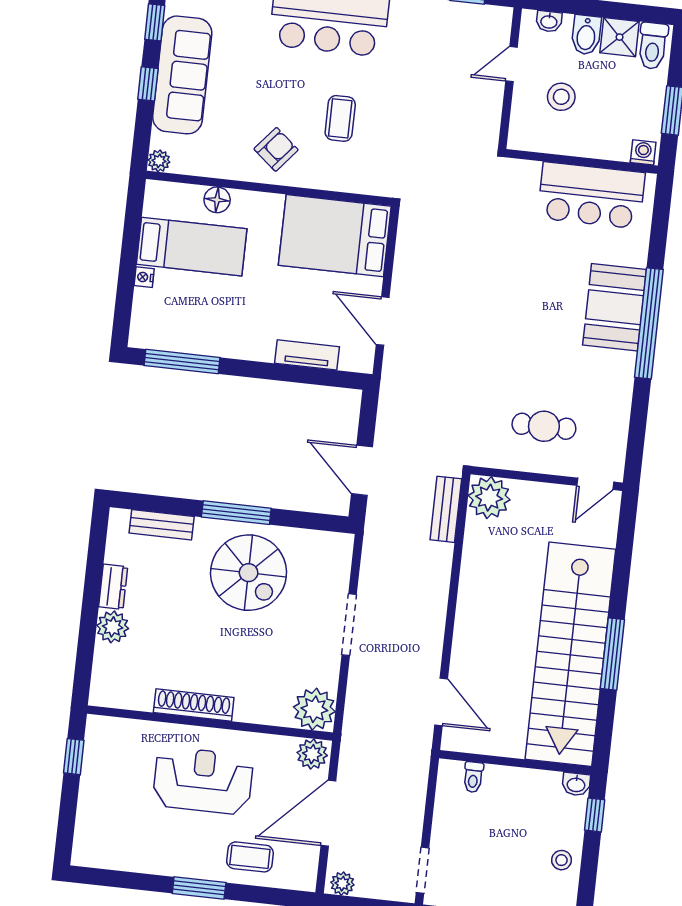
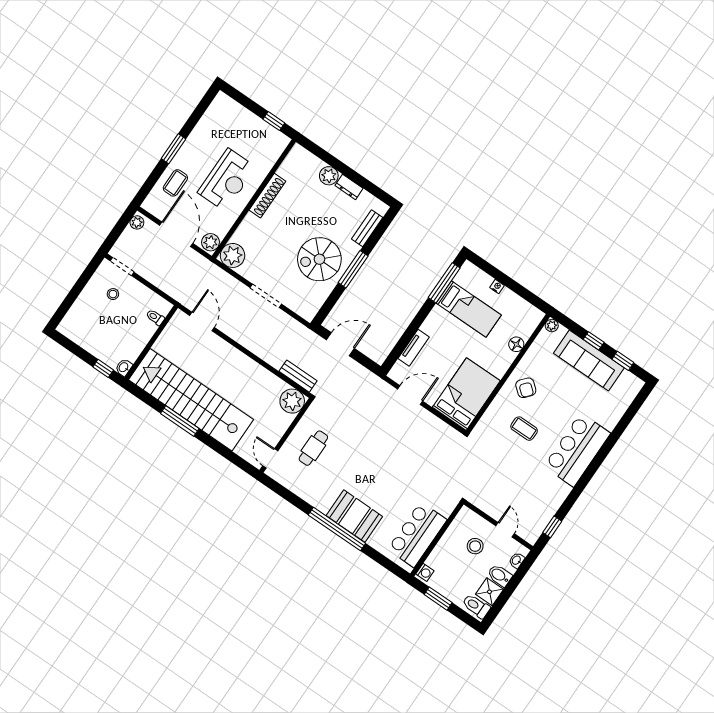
bed: (192, 247) -> (469, 309), moved, turned -90
door: (441, 702) -> (202, 321), swing flipped
stool: (561, 860) -> (113, 294), moved

